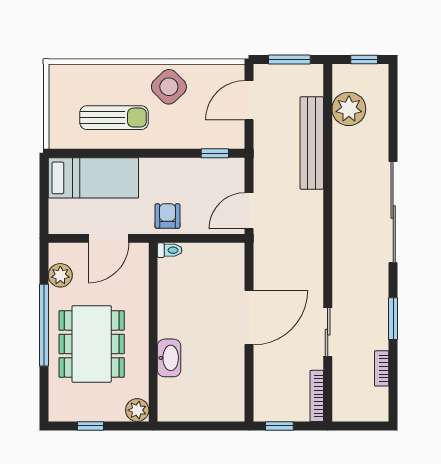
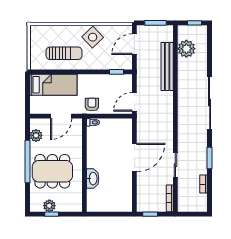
dining table: (92, 344) -> (52, 171), turned 90
plant: (137, 410) -> (49, 206), moved

